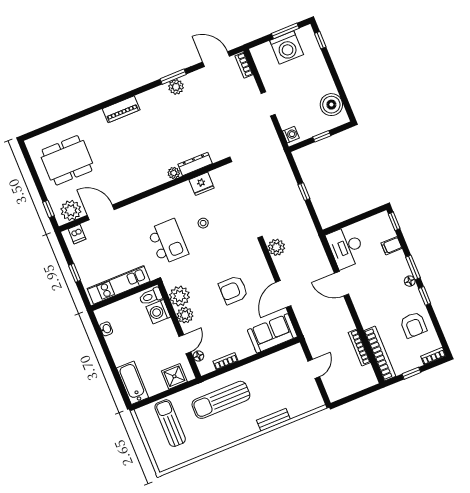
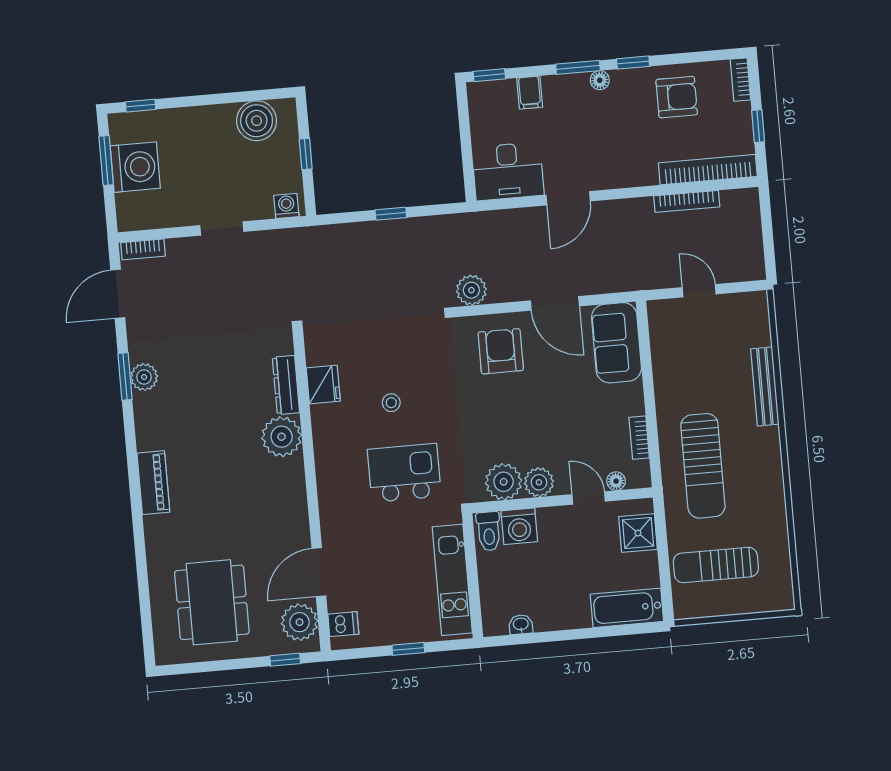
plant: (174, 173) -> (282, 437), width x1.87, depth x1.87
armchair: (233, 290) -> (501, 351), moved, turned 180
bench: (273, 420) -> (765, 387), width x1.36

